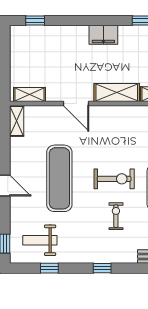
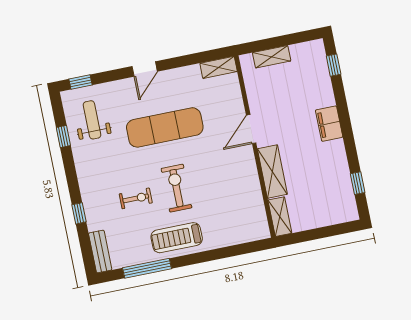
filing cabinet: (103, 35) -> (329, 124), moved
shelving: (30, 94) -> (272, 57), moved, turned 90
exercise bike: (114, 179) -> (176, 188), turned 180
window: (102, 268) -> (79, 213), moved

